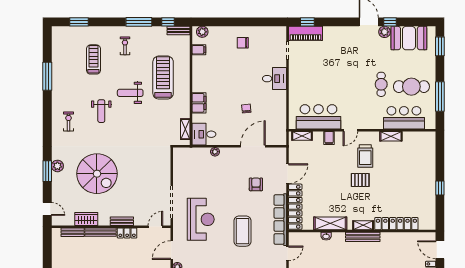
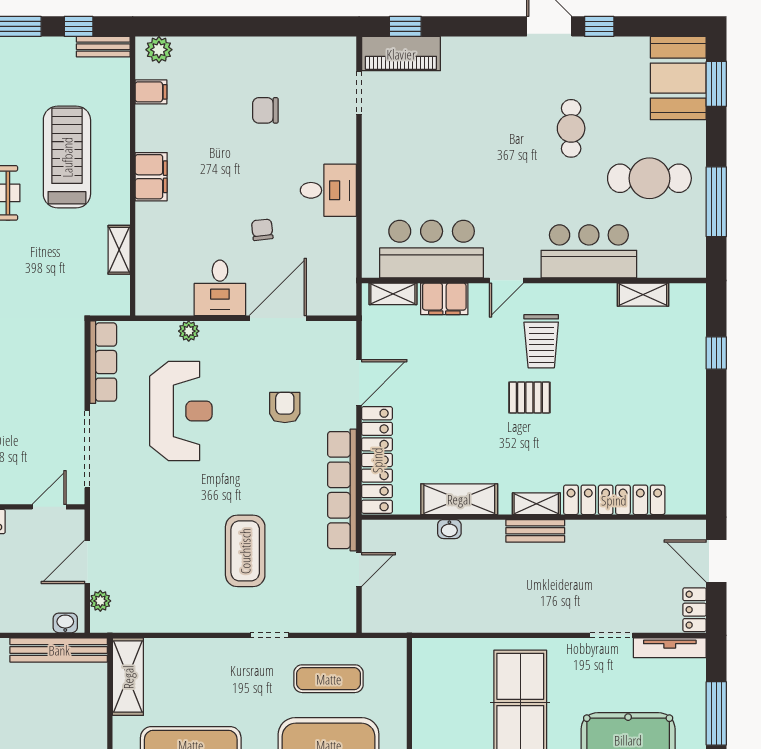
plant: (385, 32) -> (587, 50), removed
booth: (409, 38) -> (678, 78), moved, turned 90
chair: (243, 43) -> (265, 110), moved
desk: (275, 79) -> (328, 190), moved
cafe table: (381, 84) -> (571, 128), moved
filing cabinet: (199, 103) -> (151, 177), moved
bar counter: (404, 118) -> (589, 251), moved
shelving: (185, 129) -> (119, 250), moved
desk: (204, 134) -> (220, 288), moved, turned -90
shelving: (391, 136) -> (643, 295), moved
filing cabinet: (329, 138) -> (444, 299), width x2.00
row of seats: (178, 165) -> (103, 362), added
window: (440, 188) -> (716, 353), moved
reception desk: (201, 219) -> (181, 411), moved
coffee table: (242, 231) -> (245, 551), moved
bench: (363, 237) -> (535, 531), width x0.73

